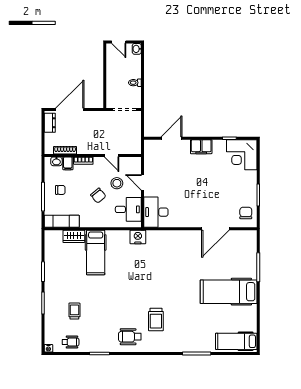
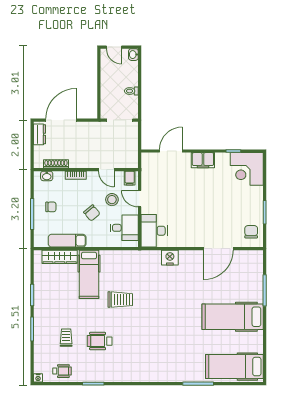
filing cabinet: (68, 163) -> (130, 178), moved
exam couch: (62, 221) -> (67, 241), moved
wardrobe: (74, 236) -> (60, 257), width x1.50
nightstand: (138, 237) -> (170, 258), moved
trolley: (156, 320) -> (120, 300), moved, turned -90
wheelchair: (130, 337) -> (100, 341), moved
hospital bed: (236, 341) -> (234, 367), width x1.37, depth x1.29

